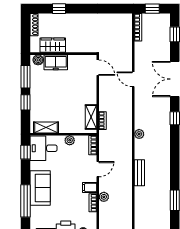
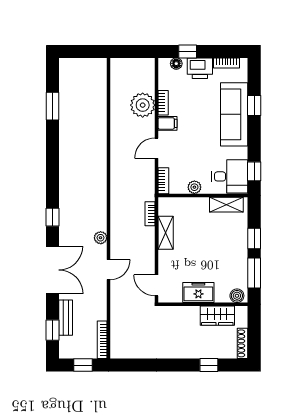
freezer: (56, 62) -> (198, 293), moved
door: (133, 79) -> (109, 270), hinge flipped
shelving: (91, 117) -> (166, 233), moved
plant: (139, 134) -> (101, 238), moved
bench: (139, 173) -> (66, 318), moved
sofa: (40, 188) -> (234, 114), width x1.36
plant: (104, 197) -> (143, 105), width x1.88, depth x1.88
window: (25, 201) -> (254, 105), width x0.46

